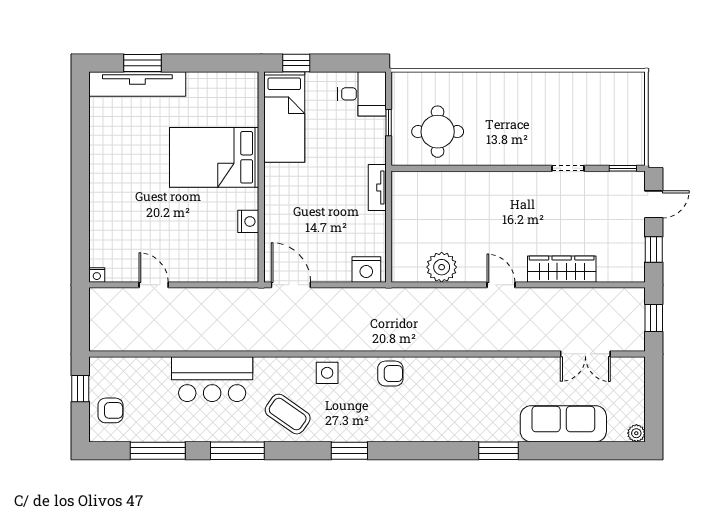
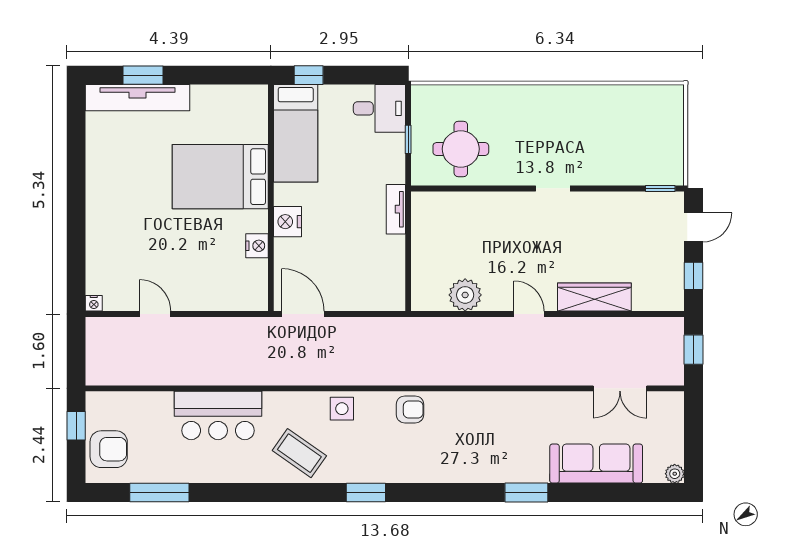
doorway: (568, 168) -> (553, 188), moved
nightstand: (366, 269) -> (287, 222), moved, turned 90
armchair: (111, 410) -> (109, 449), width x1.38, depth x1.38
window: (237, 451) -> (245, 493), removed

